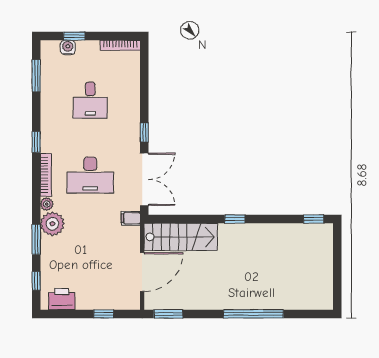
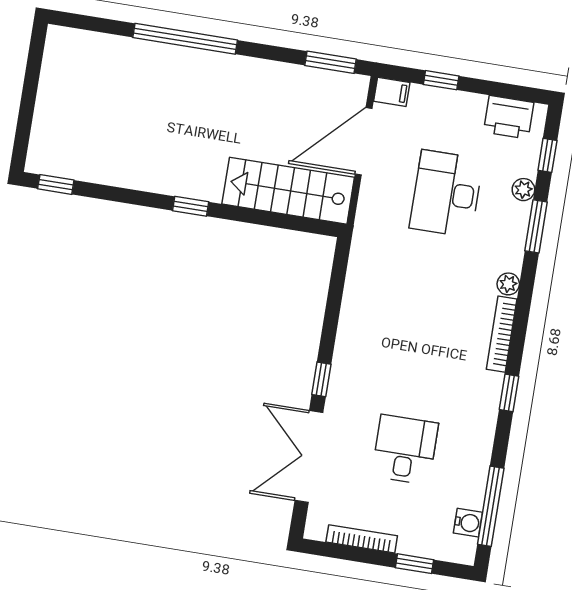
bookcase: (120, 45) -> (362, 539), moved
water cooler: (68, 47) -> (468, 523), moved, turned -90
window: (36, 76) -> (491, 506), width x1.44
desk: (90, 175) -> (446, 194), moved, turned -90
double door: (144, 179) -> (309, 457), moved
filing cabinet: (131, 218) -> (392, 92), moved
plant: (52, 224) -> (523, 190), moved, width x0.53, depth x0.53

